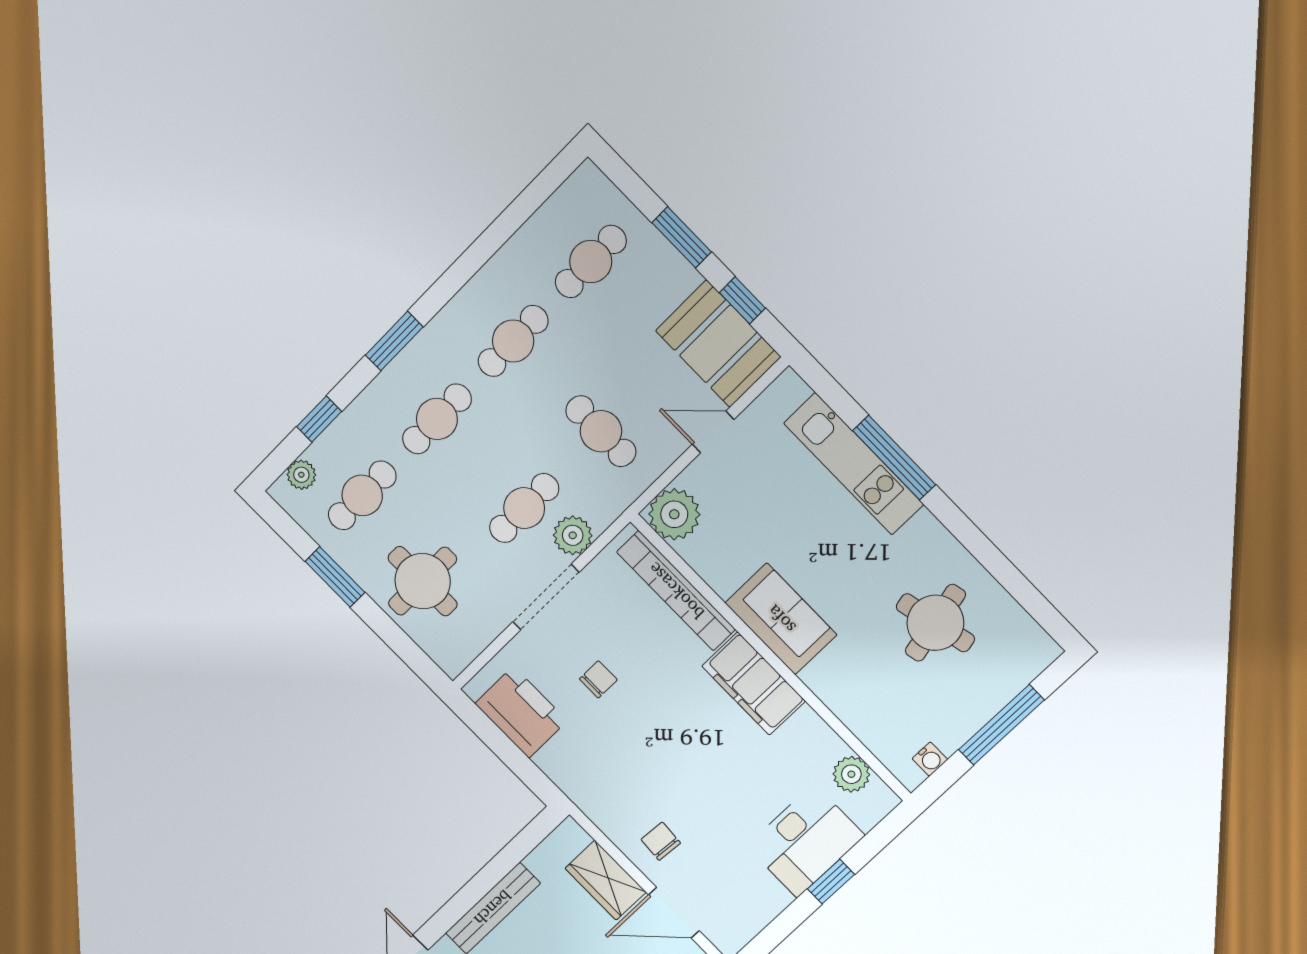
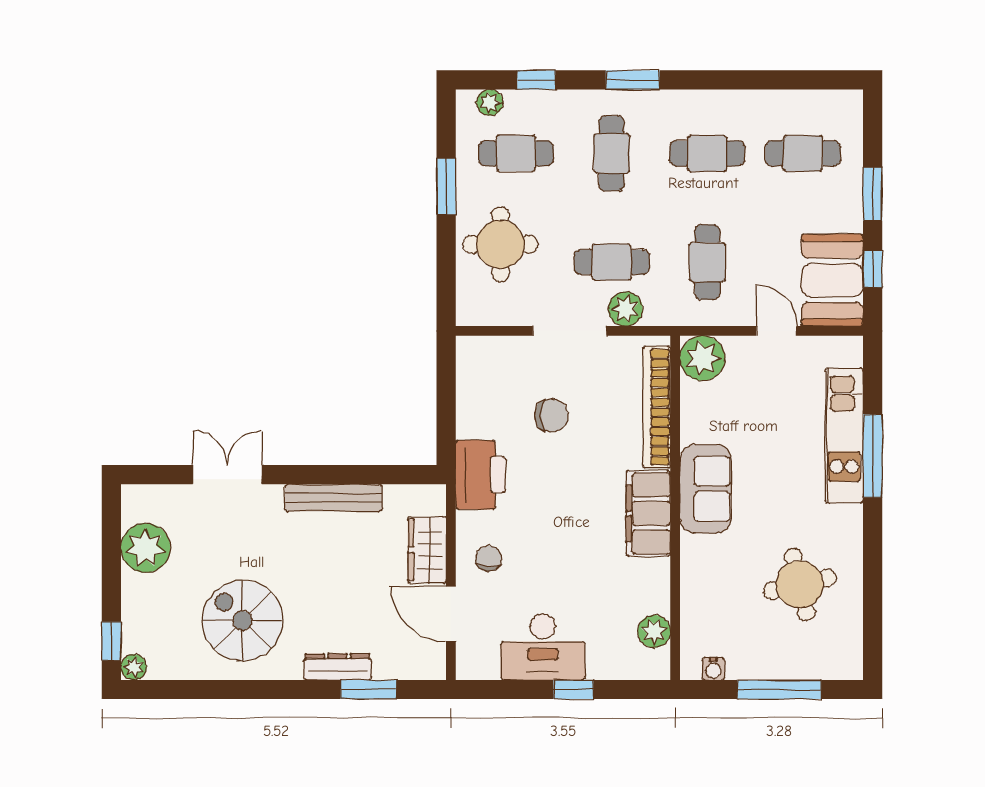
cafe table: (437, 419) -> (612, 153), turned 90
chair: (598, 679) -> (552, 415), width x1.37, depth x1.37
printer: (521, 712) -> (481, 475), moved
desk: (805, 841) -> (543, 647), moved

